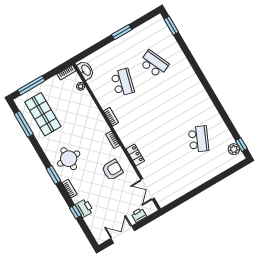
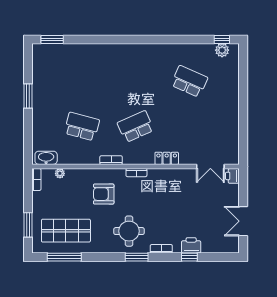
school desk: (154, 64) -> (136, 127), moved
window: (31, 85) -> (28, 225), width x0.69
armchair: (112, 170) -> (104, 194), moved, turned -90
printer: (139, 215) -> (232, 176), moved

